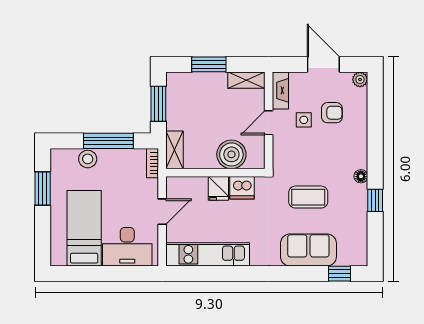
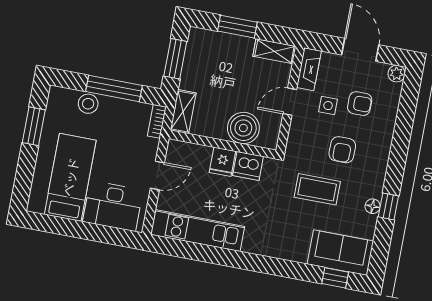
armchair: (324, 157) -> (342, 150), added
floor lamp: (361, 176) -> (373, 206), moved
sofa: (308, 250) -> (340, 253), moved

